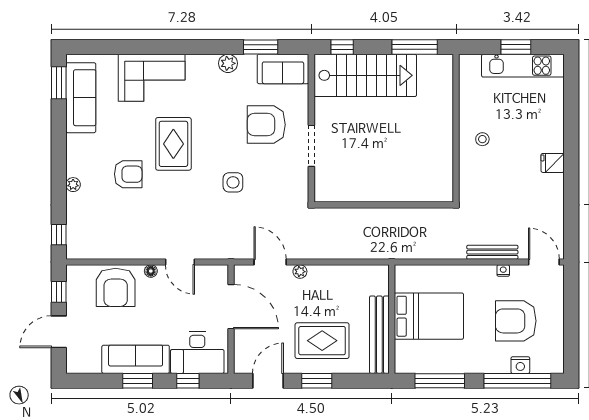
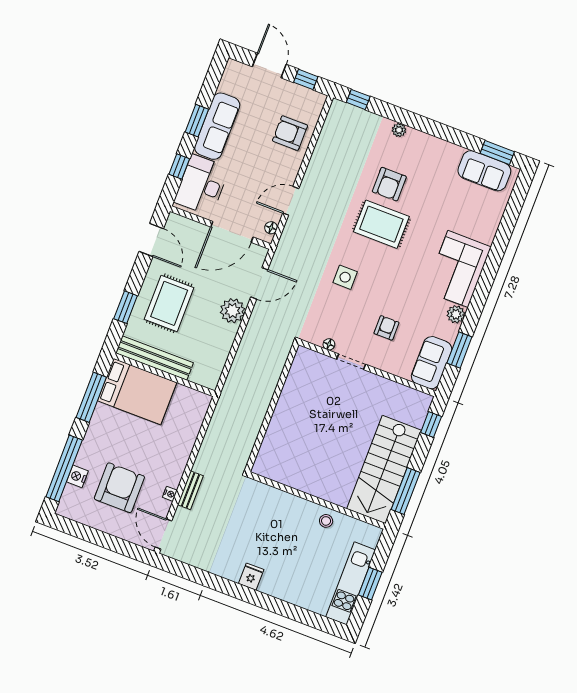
stairs: (365, 75) -> (384, 469), moved
corner sofa: (152, 78) -> (458, 269), moved
sofa: (81, 98) -> (484, 171), width x0.73
armchair: (266, 125) -> (386, 328), width x0.53, depth x0.53
stool: (482, 139) -> (326, 521), moved
rug: (173, 144) -> (381, 224), moved
doorway: (311, 146) -> (351, 362), width x0.73
floor lamp: (303, 173) -> (329, 344), added
bench: (492, 252) -> (190, 490), width x0.73
door: (544, 262) -> (163, 534), swing flipped
floor lamp: (151, 271) -> (271, 228), moved
plant: (300, 272) -> (232, 311), width x1.87, depth x1.87
armchair: (116, 287) -> (290, 133), width x0.73, depth x0.73
bed: (429, 316) -> (137, 392), moved, turned -90
window: (317, 381) -> (126, 307), moved

